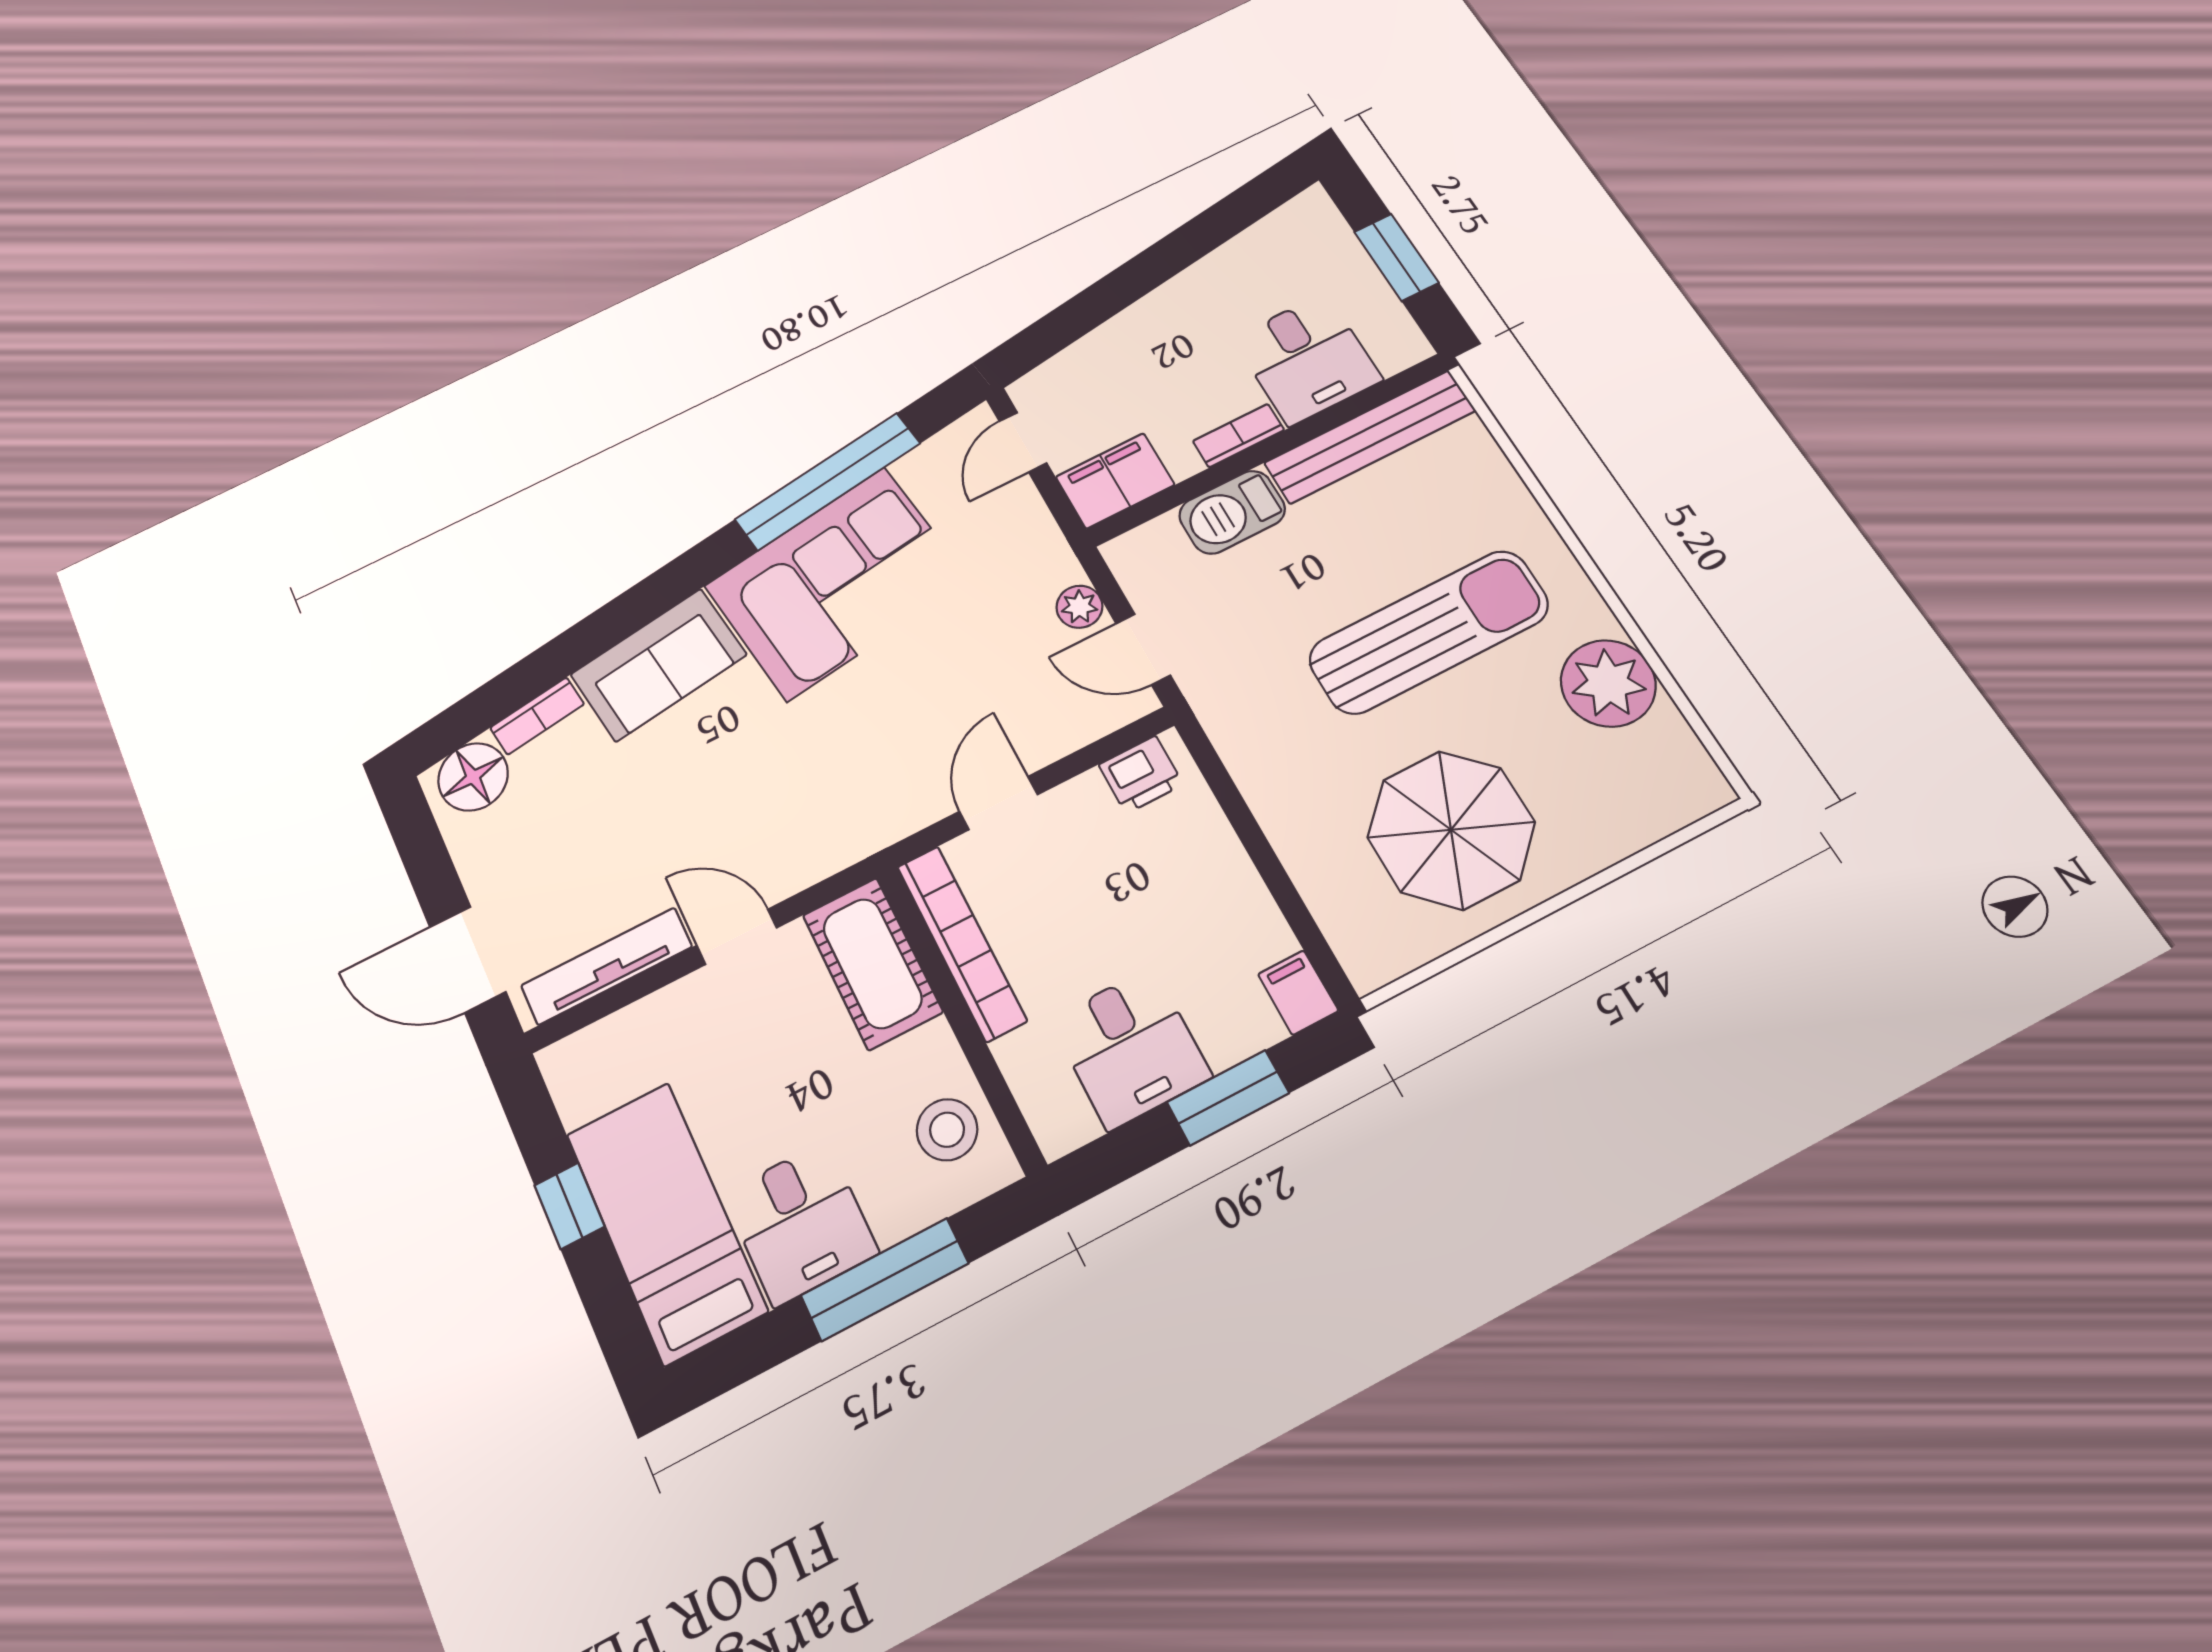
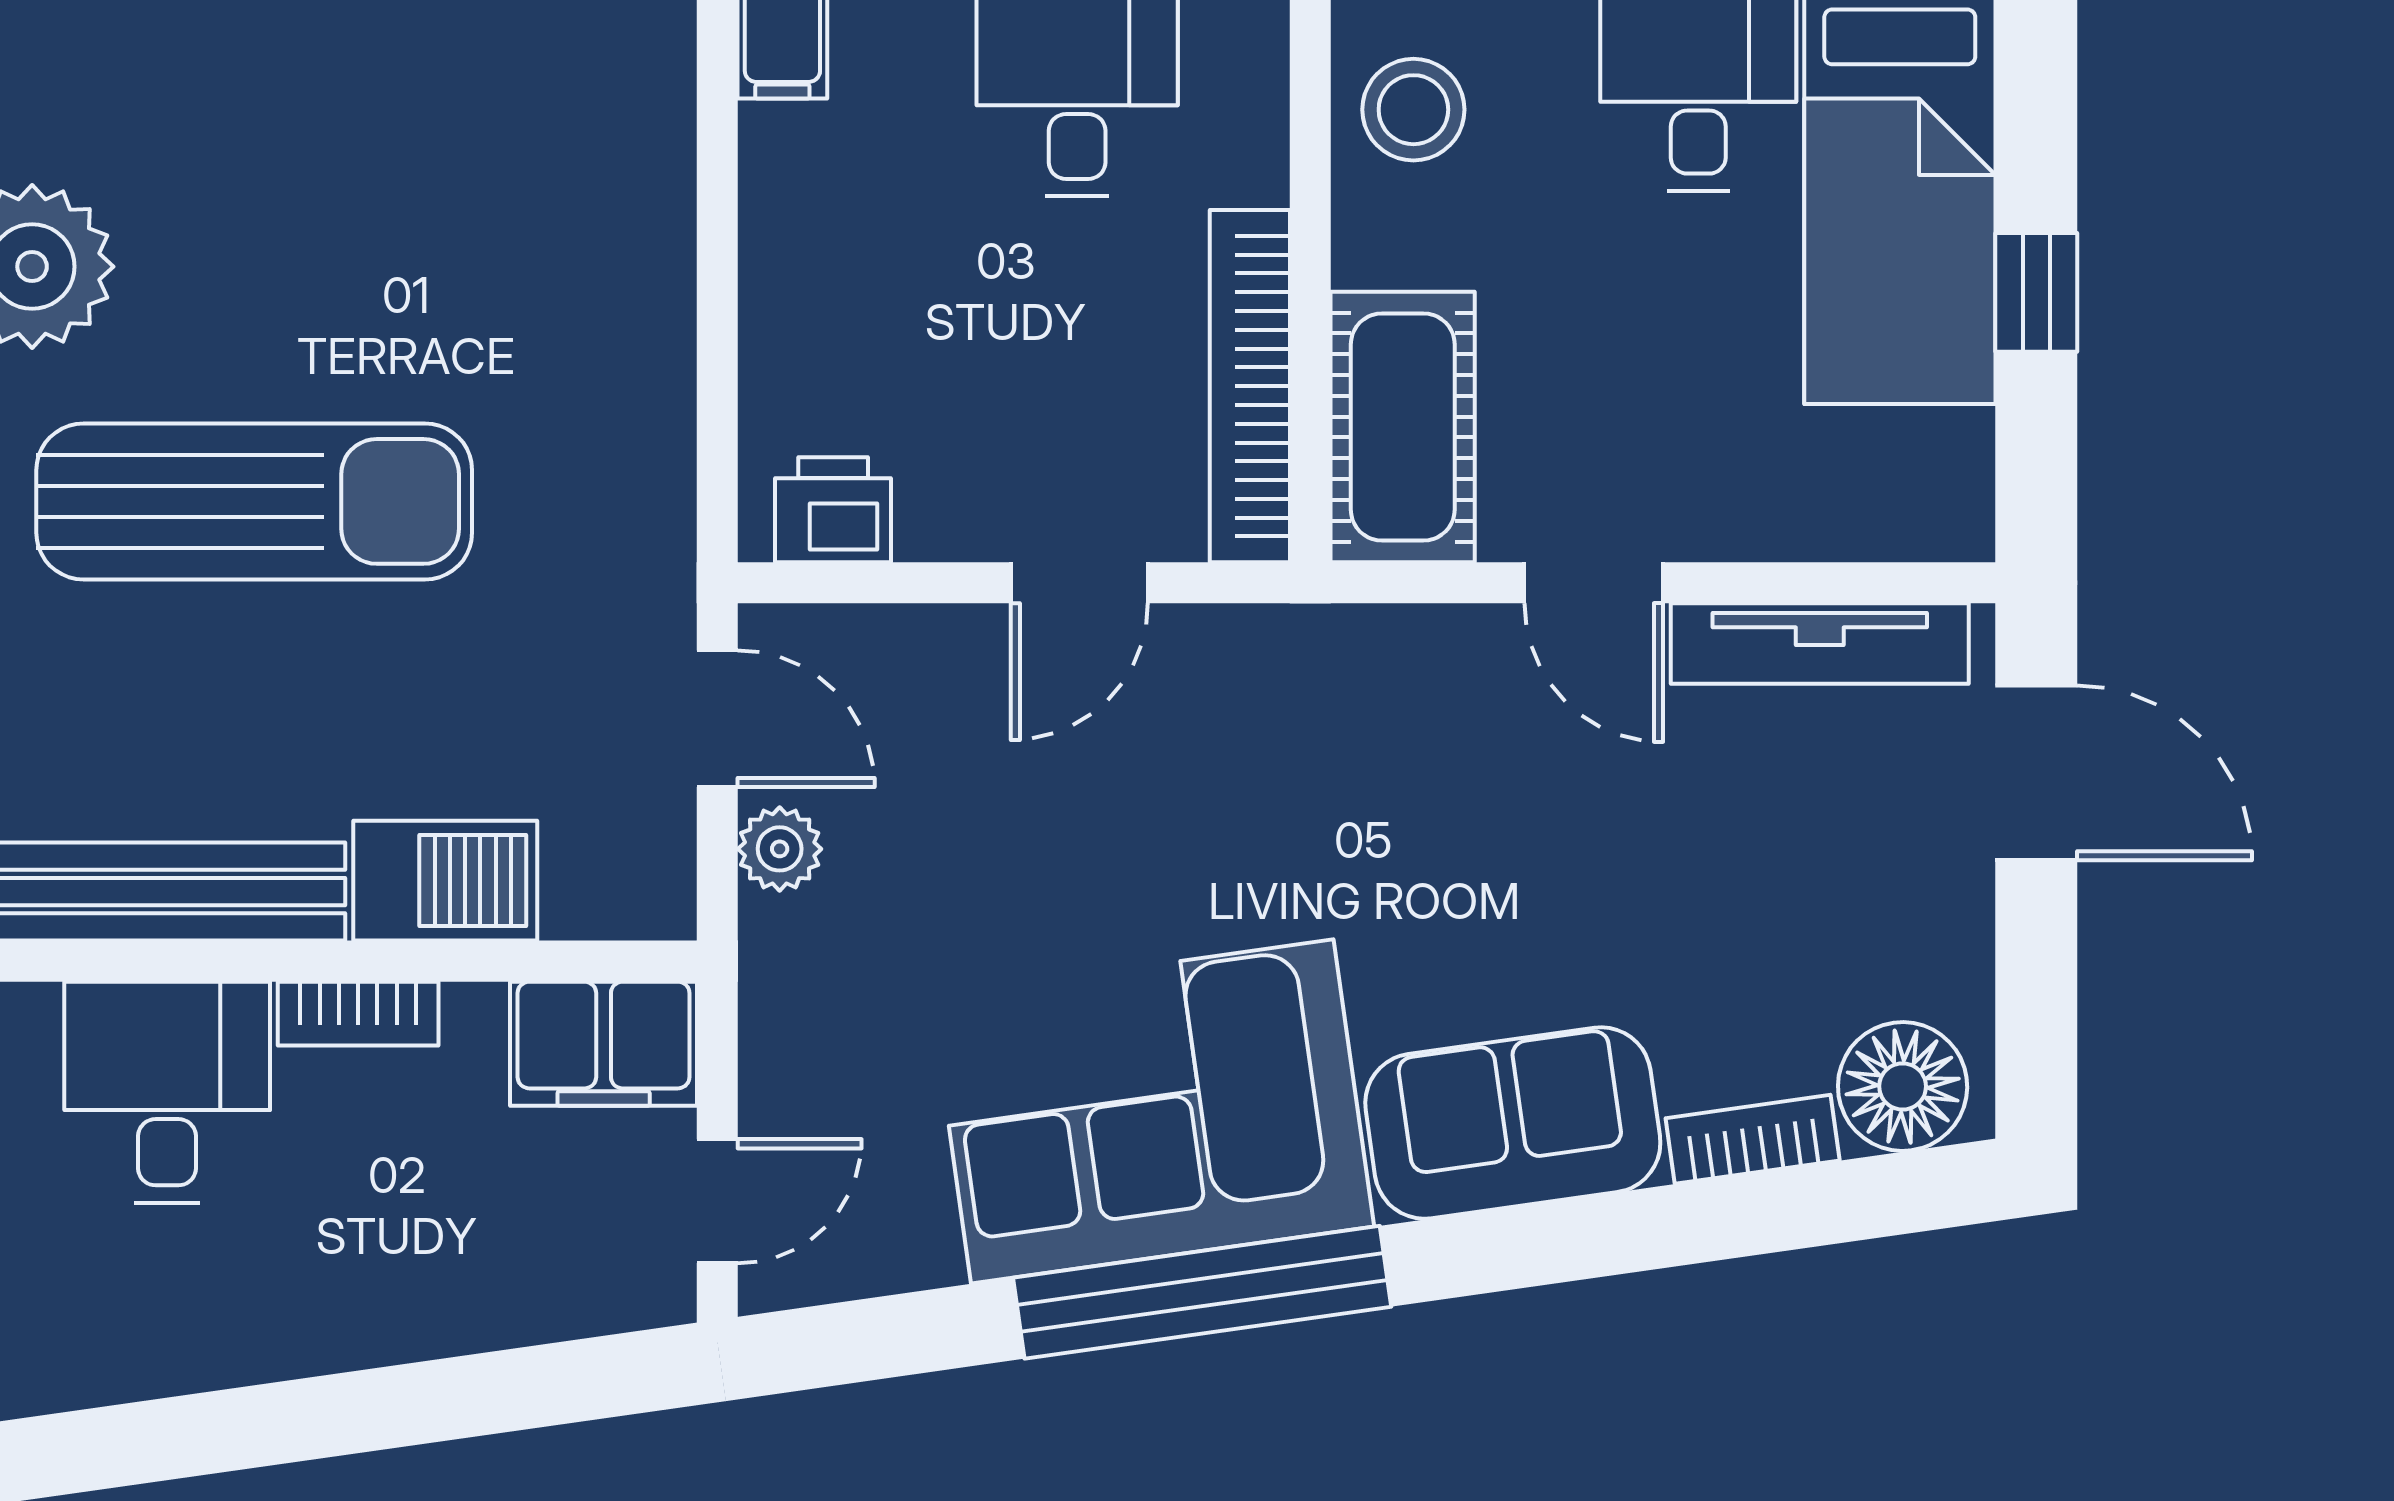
window: (828, 481) -> (1202, 1292), moved
sun lounger: (1429, 632) -> (254, 501), turned 180
parasol: (1451, 830) -> (410, 165), removed

